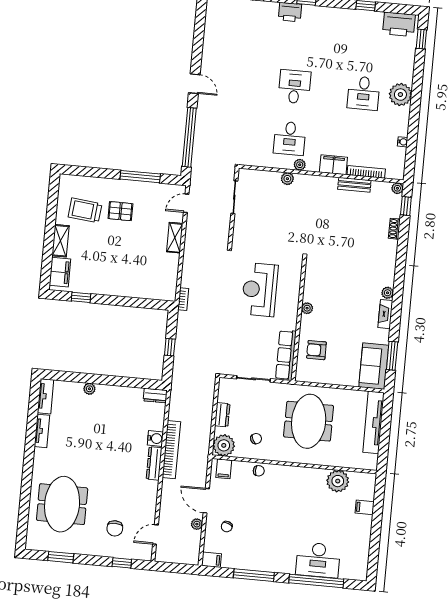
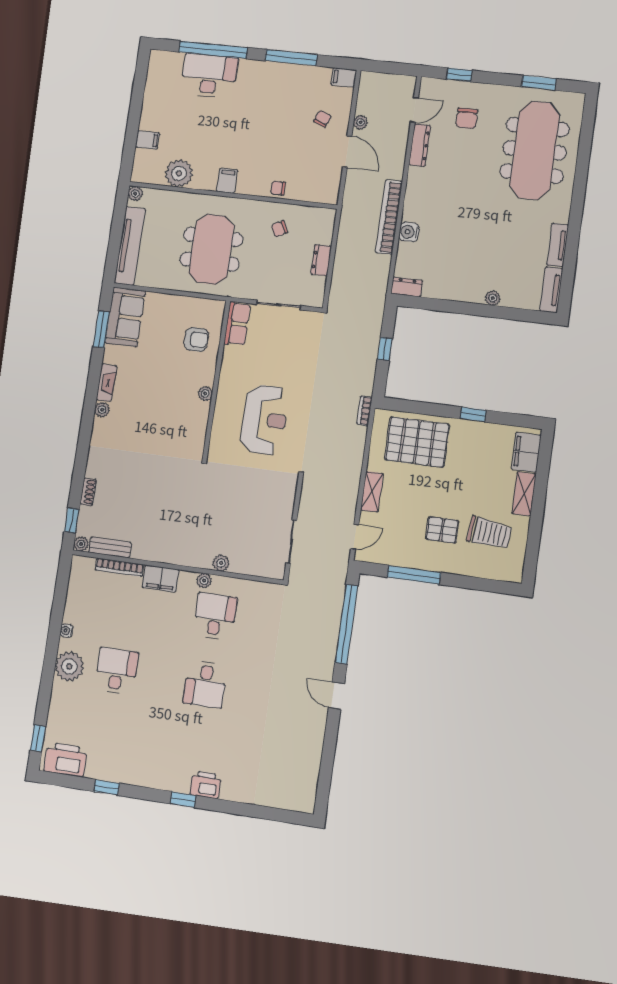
water cooler: (403, 142) -> (66, 631), moved
bench: (354, 185) -> (110, 547), moved
pallet: (142, 277) -> (417, 442), added
window: (81, 297) -> (473, 414), moved
row of seats: (286, 355) -> (237, 324), width x0.68
plant: (224, 445) -> (135, 194), moved, width x0.53, depth x0.53
dresser: (154, 463) -> (420, 145), moved
filing cabinet: (224, 469) -> (227, 181), moved
meeting table: (62, 504) -> (535, 150), width x1.36
chair: (115, 528) -> (467, 118), turned 180

